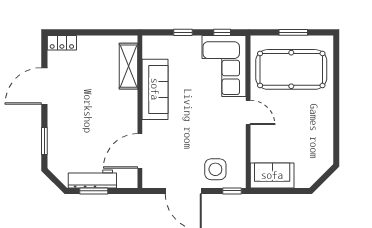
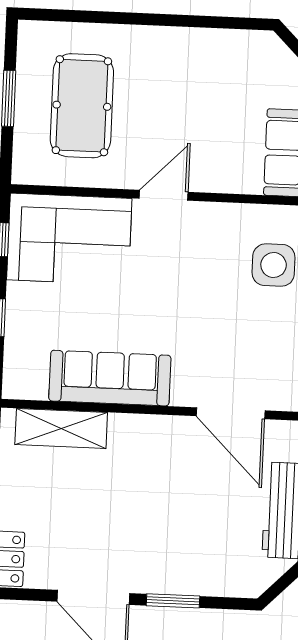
pool table: (291, 69) -> (82, 106), width x0.73, depth x0.76
window: (44, 141) -> (173, 601), moved

